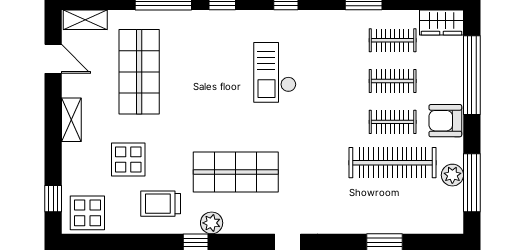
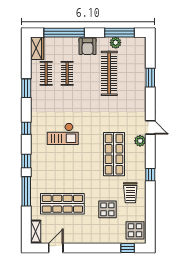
shelving: (71, 120) -> (87, 239), removed
clothes rail: (393, 122) -> (88, 73), removed
plant: (212, 223) -> (140, 141), moved

